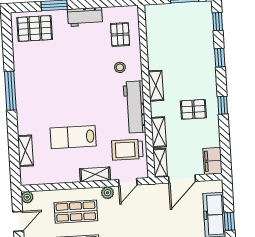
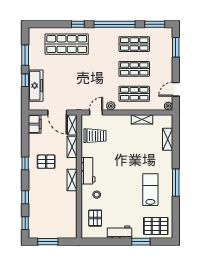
workbench: (134, 107) -> (88, 171), width x0.73
lab bench: (73, 137) -> (150, 190), moved, turned -90
shelving: (95, 174) -> (142, 119), moved
door: (182, 179) -> (57, 112), swing flipped

